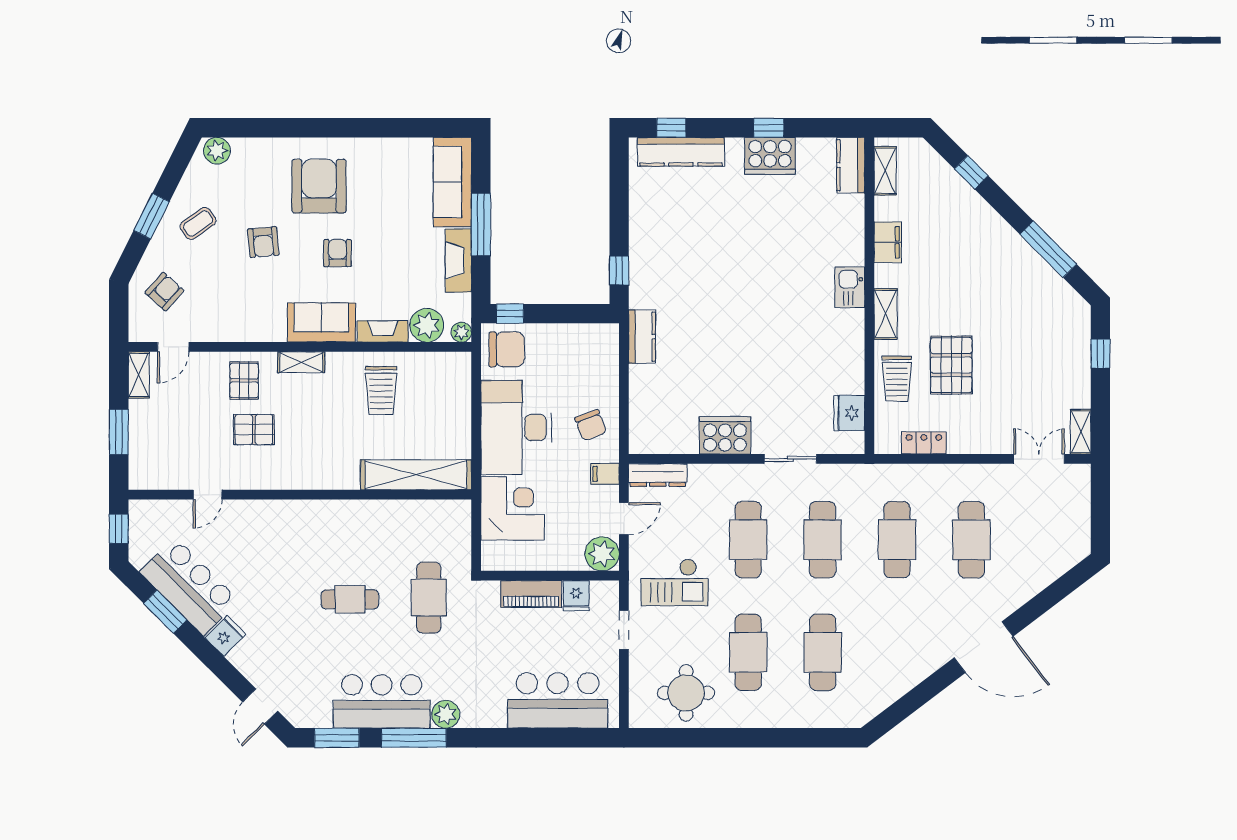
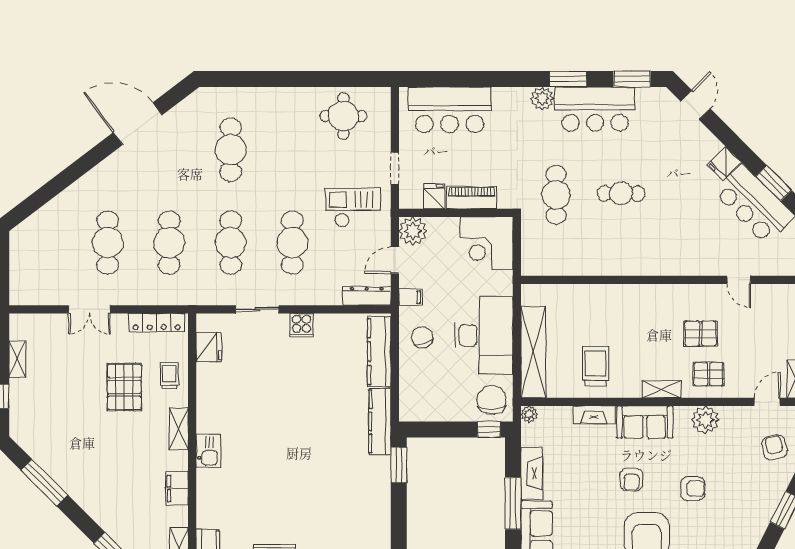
coffee table: (198, 223) -> (747, 504), removed
armchair: (263, 242) -> (693, 489), turned 95
window: (619, 271) -> (399, 465), width x1.50
armchair: (164, 292) -> (774, 448), turned 126
plant: (427, 325) -> (705, 420), moved
kitchen counter: (642, 337) -> (380, 421), width x1.50
chair: (507, 349) -> (492, 400), turned 90
trolley: (897, 379) -> (169, 376), width x0.73, depth x0.72
pallet: (244, 380) -> (709, 374), turned 90
kitchen counter: (643, 408) -> (379, 352), added
shelving: (1081, 432) -> (17, 359), moved
cooker: (725, 435) -> (301, 325), width x0.53, depth x0.76
locker: (924, 443) -> (157, 323), width x1.53
double door: (1039, 459) -> (89, 309), moved
shelving: (416, 475) -> (533, 352), moved, turned 90
door: (208, 495) -> (739, 280), swing flipped
corner desk: (513, 508) -> (487, 243), moved
door: (984, 647) -> (138, 124), moved
cafe table: (748, 652) -> (292, 150), removed
window: (414, 738) -> (568, 79), width x0.69

